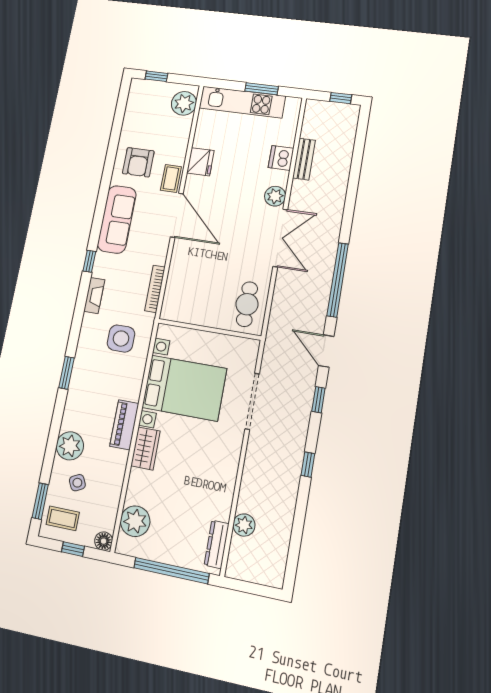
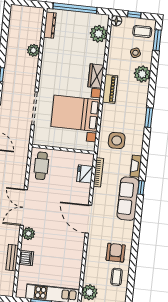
fridge: (200, 162) -> (85, 174), moved
coffee table: (171, 178) -> (117, 277), moved
sofa: (117, 219) -> (128, 199), moved
plant: (244, 525) -> (33, 50), moved

